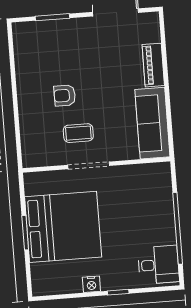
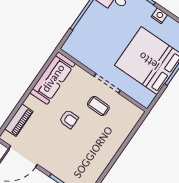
piano: (153, 65) -> (19, 120), moved
armchair: (65, 96) -> (69, 119), moved

